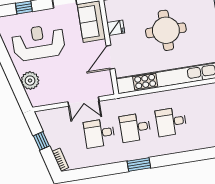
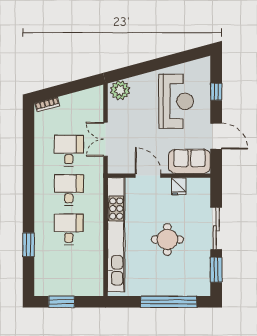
round table: (166, 30) -> (167, 239), width x0.73, depth x0.73
plant: (30, 81) -> (120, 90), moved
window: (41, 141) -> (71, 88), removed
window: (139, 165) -> (29, 245), moved

